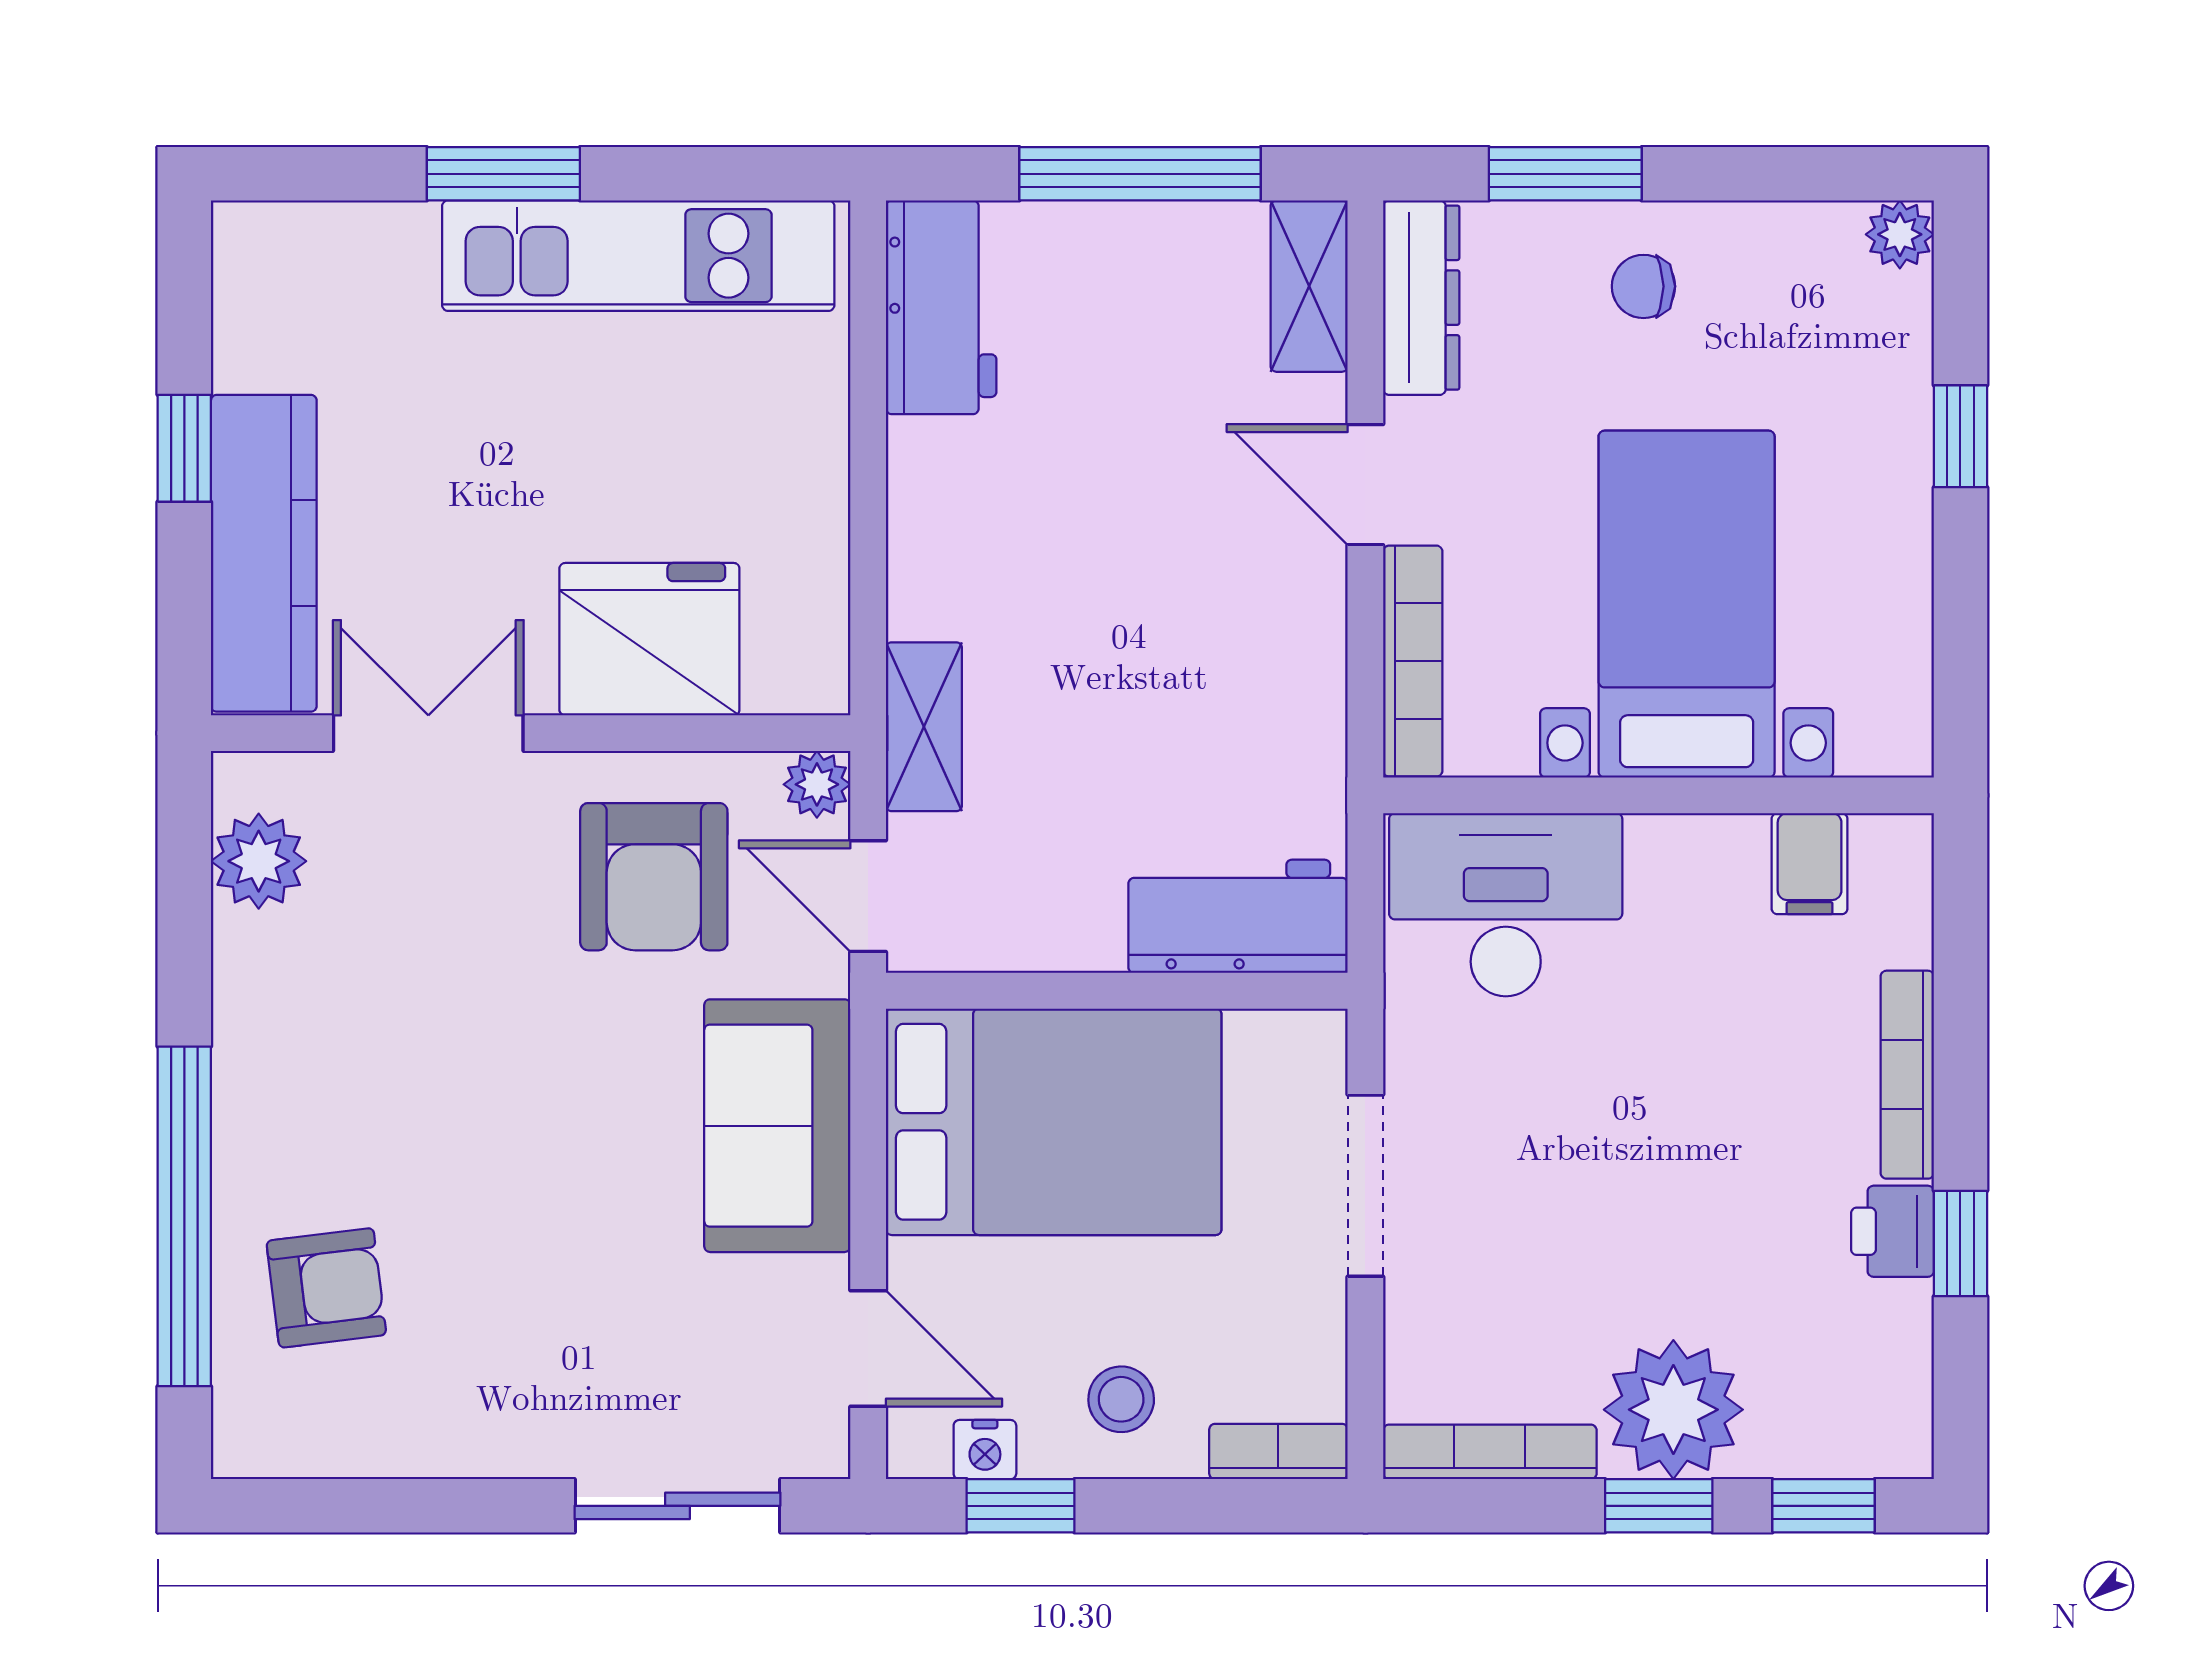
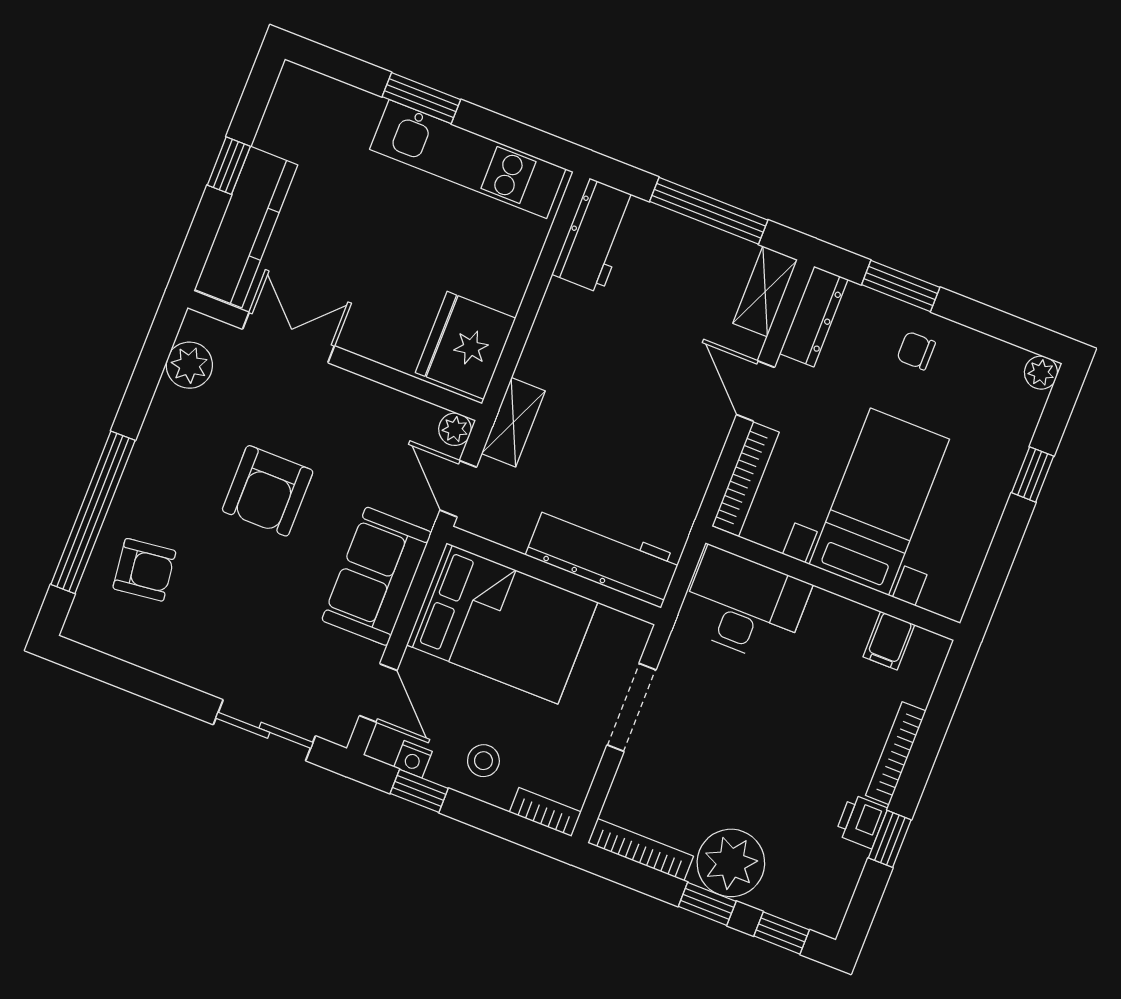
fridge: (649, 639) -> (465, 345), moved, turned -90
armchair: (654, 877) -> (268, 491), moved
workbench: (1238, 916) -> (603, 556), width x1.38

